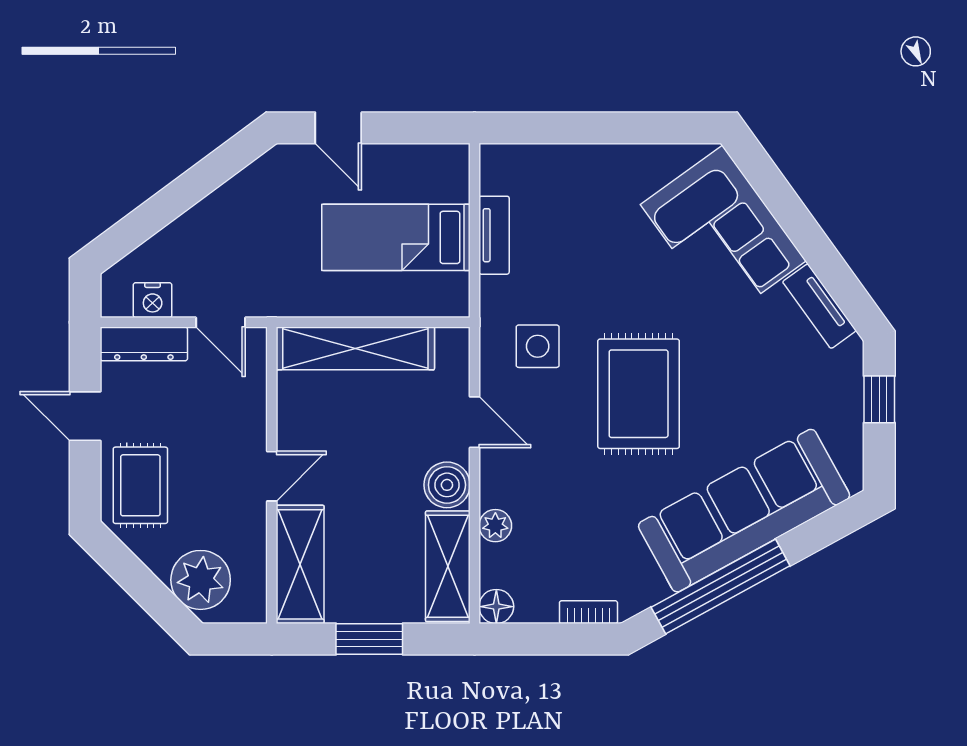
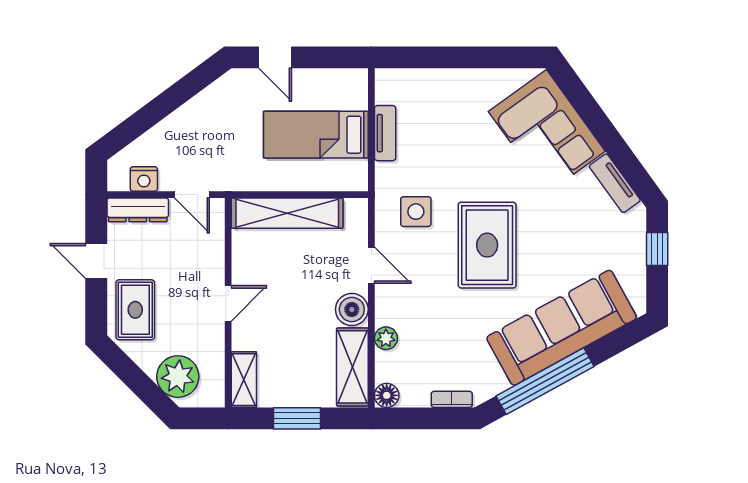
shelving: (300, 564) -> (244, 380), width x0.67, depth x0.75

